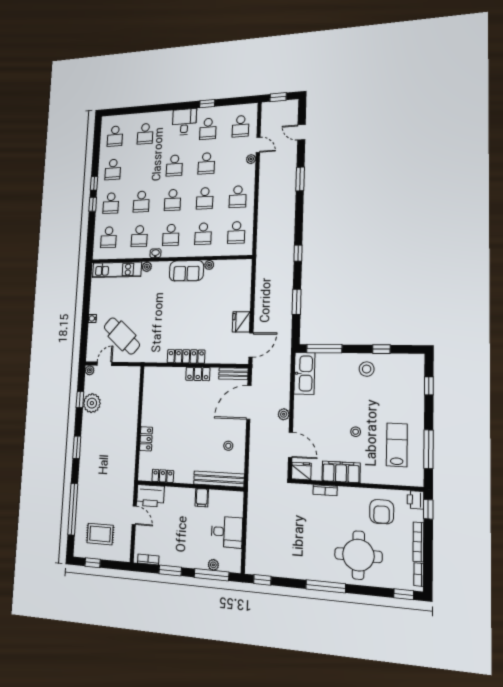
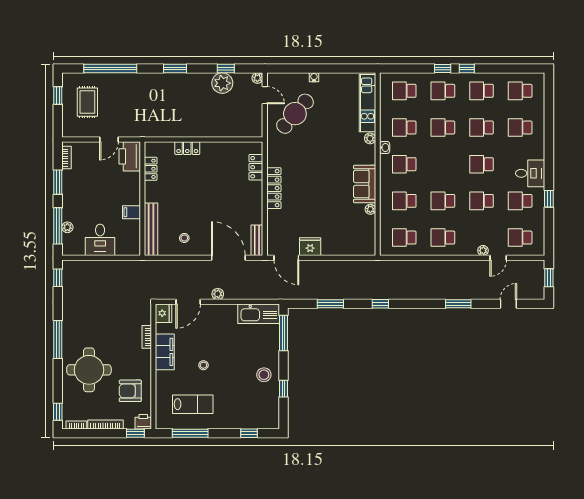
school desk: (173, 200) -> (482, 128), moved
locker: (198, 374) -> (256, 167), moved

